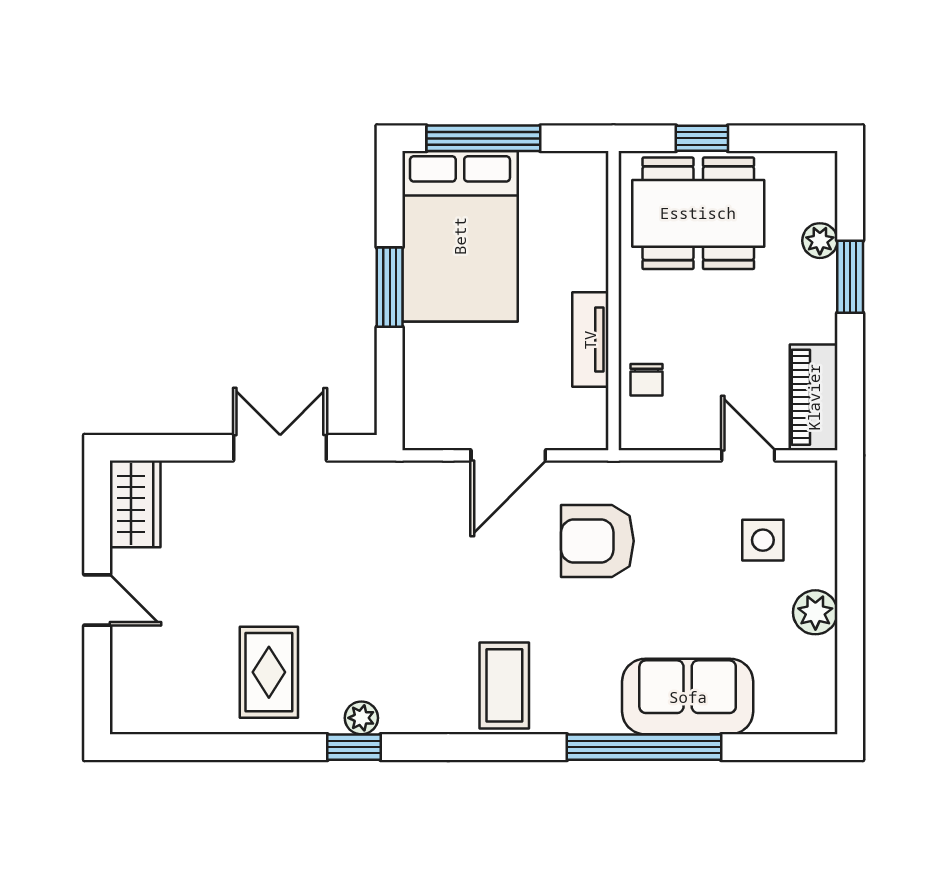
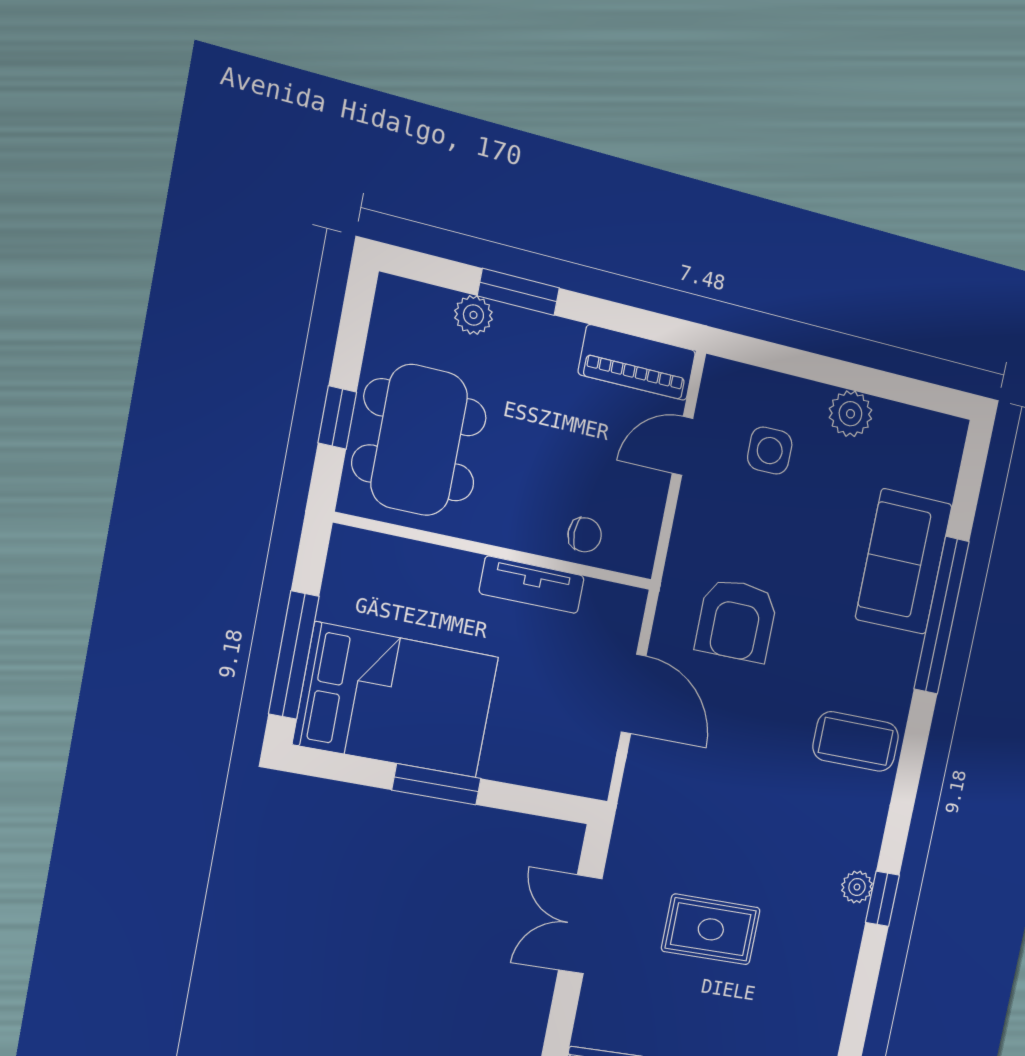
rug: (269, 672) -> (711, 929), moved

